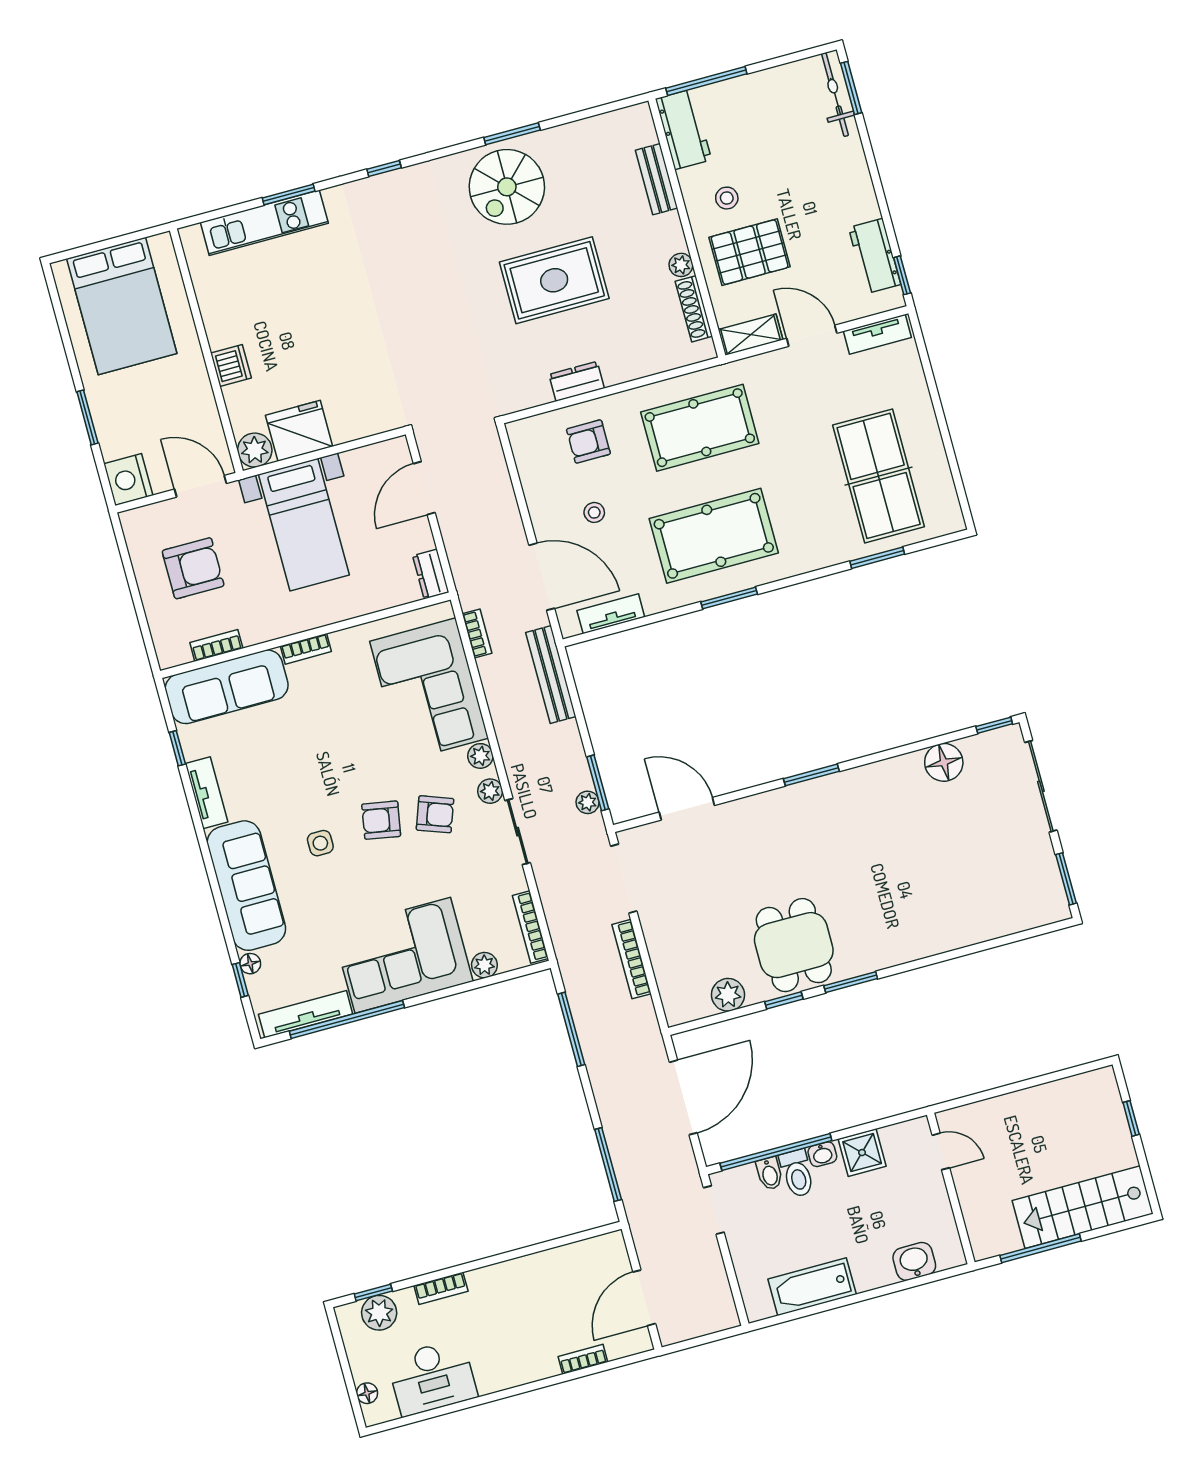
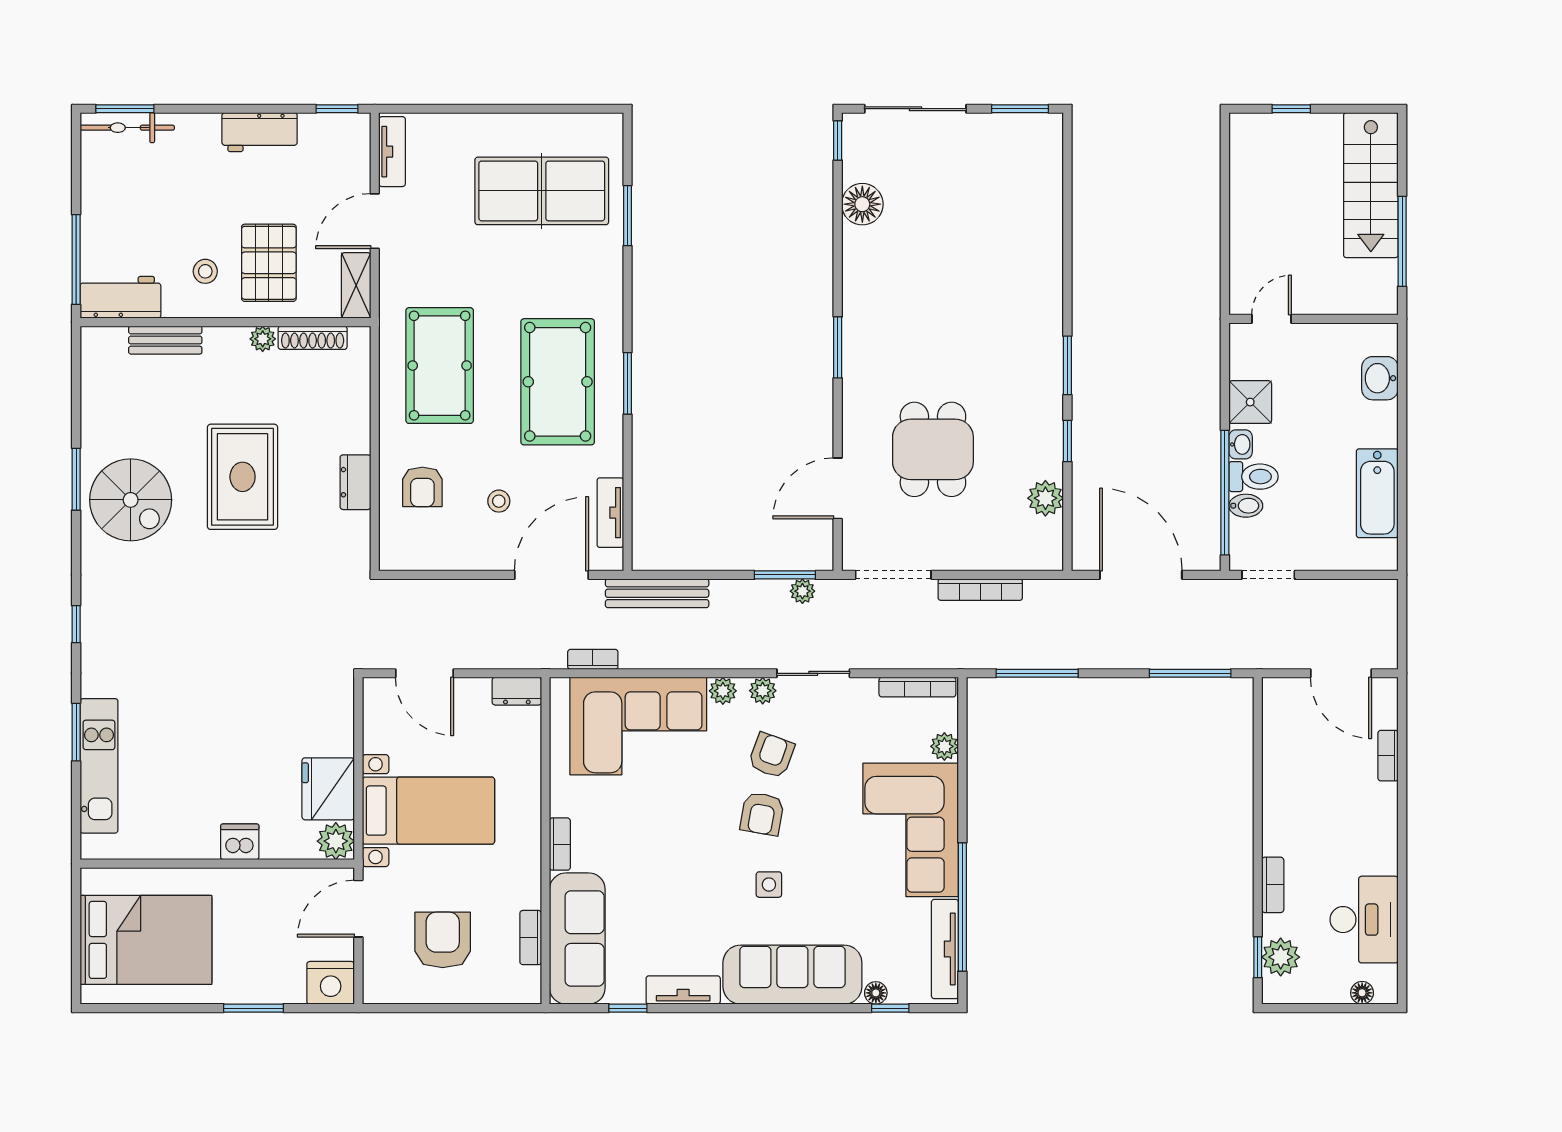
workbench: (875, 256) -> (260, 132), moved
dining table: (794, 945) -> (933, 449), moved, turned 90

